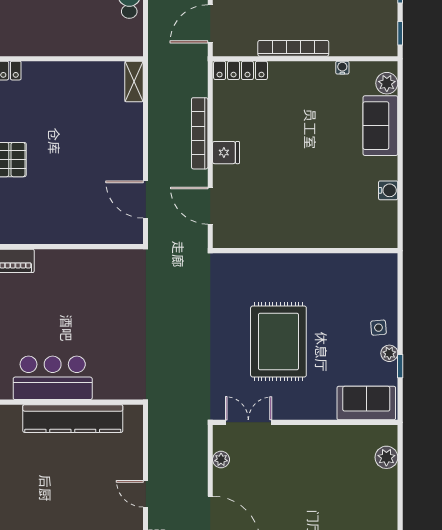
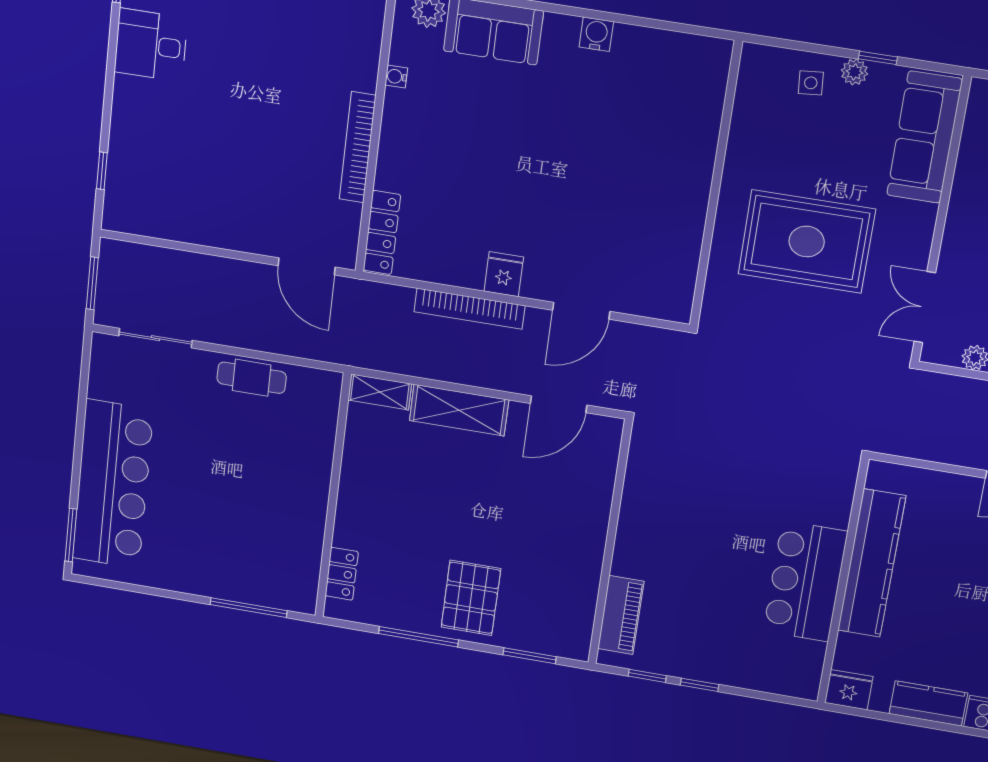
shelving: (130, 135) -> (459, 410), added
wall: (305, 251) -> (716, 185), moved
sofa: (366, 403) -> (924, 137), width x1.36

